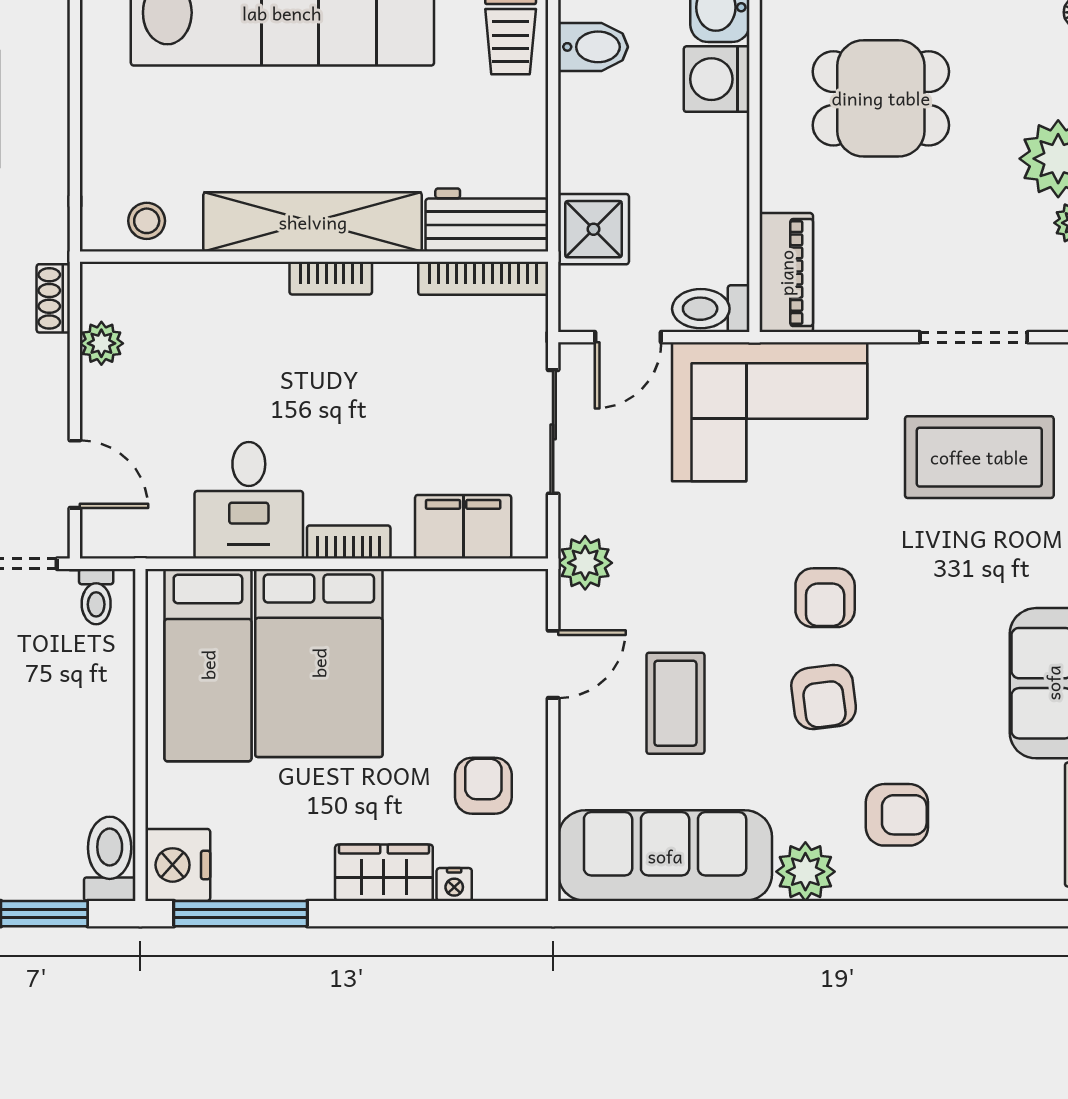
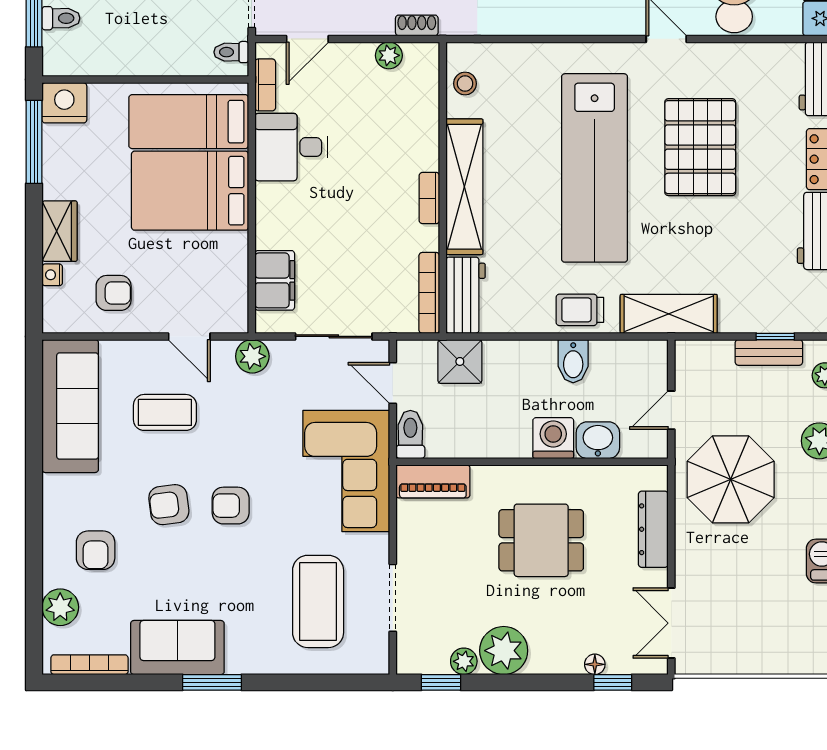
dining table: (881, 98) -> (541, 540), turned 90
bookcase: (349, 542) -> (265, 85), moved
toilet: (110, 859) -> (61, 18), moved, width x0.73, depth x0.72
plant: (805, 872) -> (60, 607), moved

